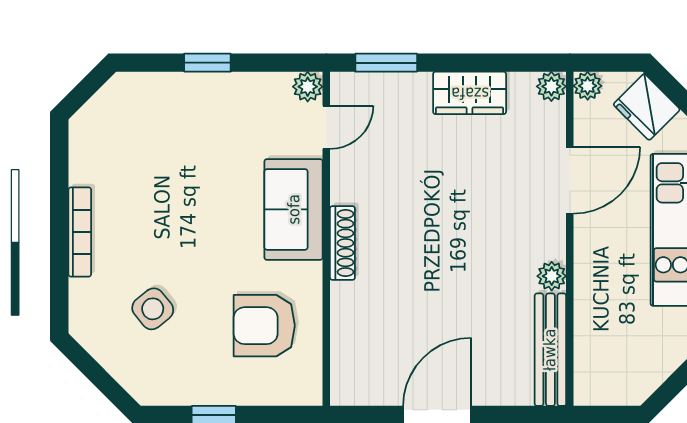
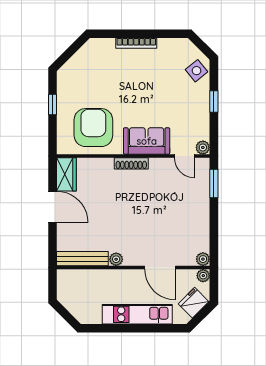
wardrobe: (470, 93) -> (66, 174), moved, turned 180
side table: (153, 309) -> (196, 71), moved
armchair: (264, 326) -> (93, 128), width x1.36, depth x1.36

